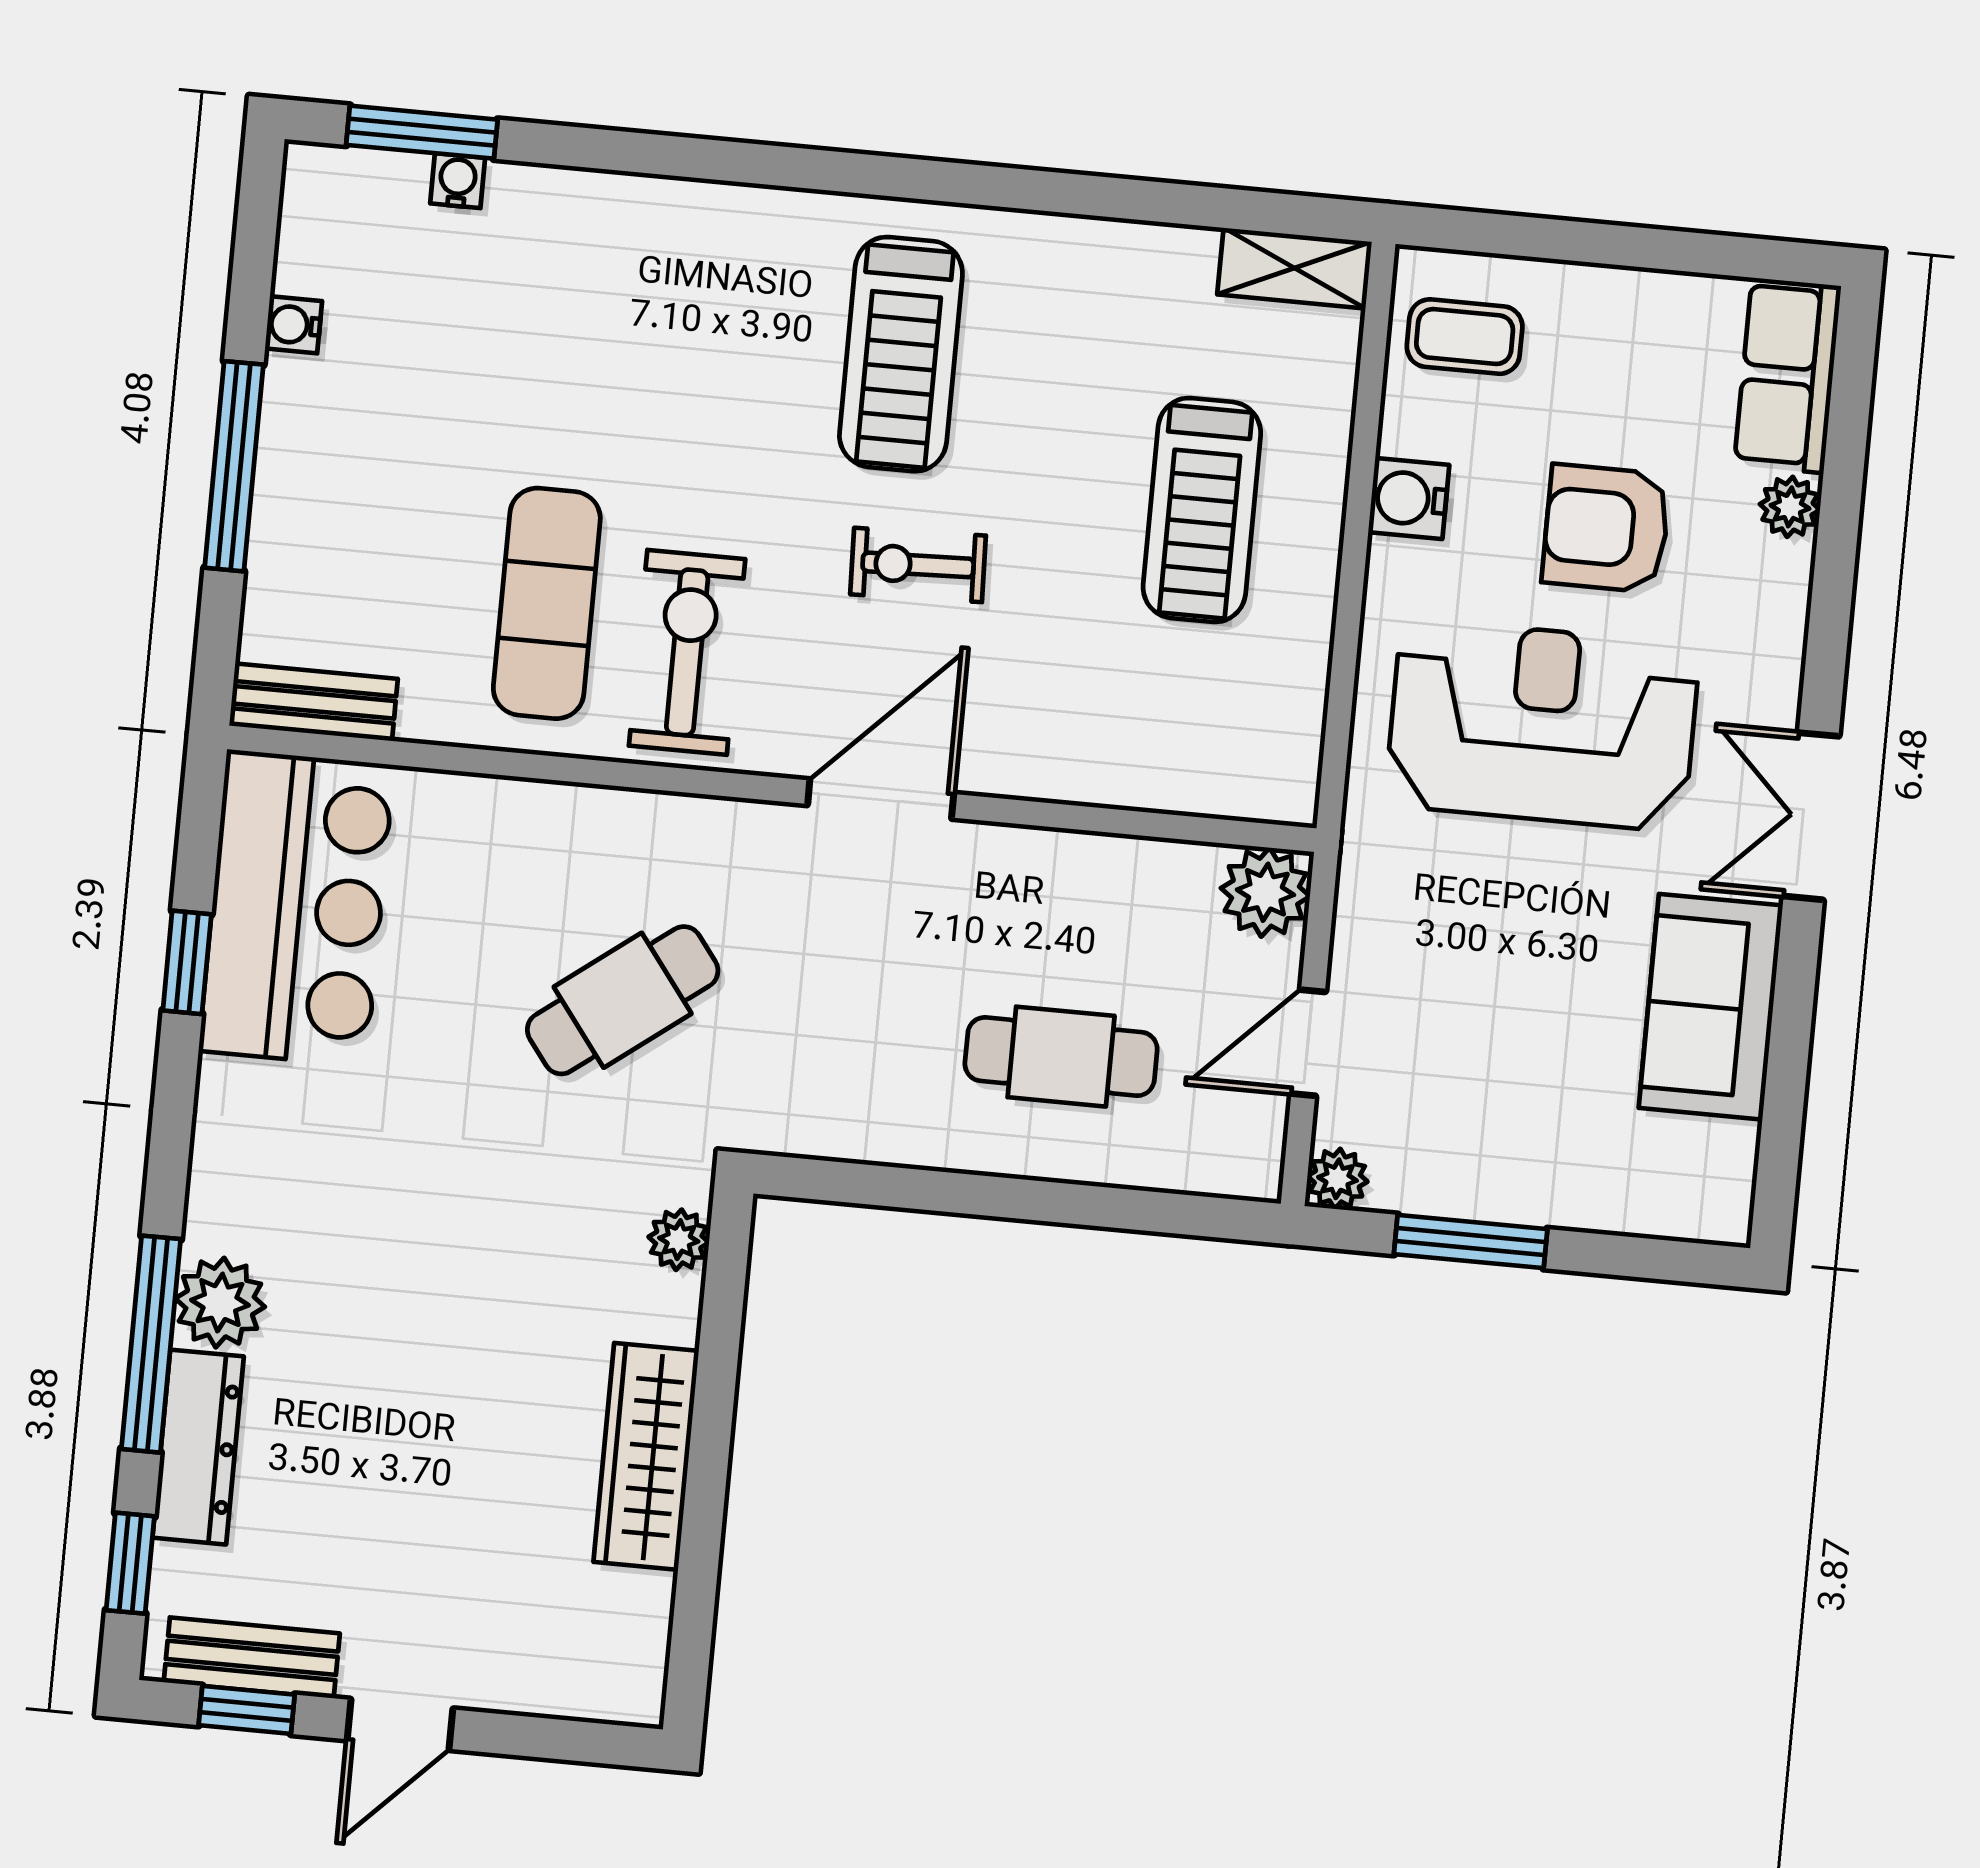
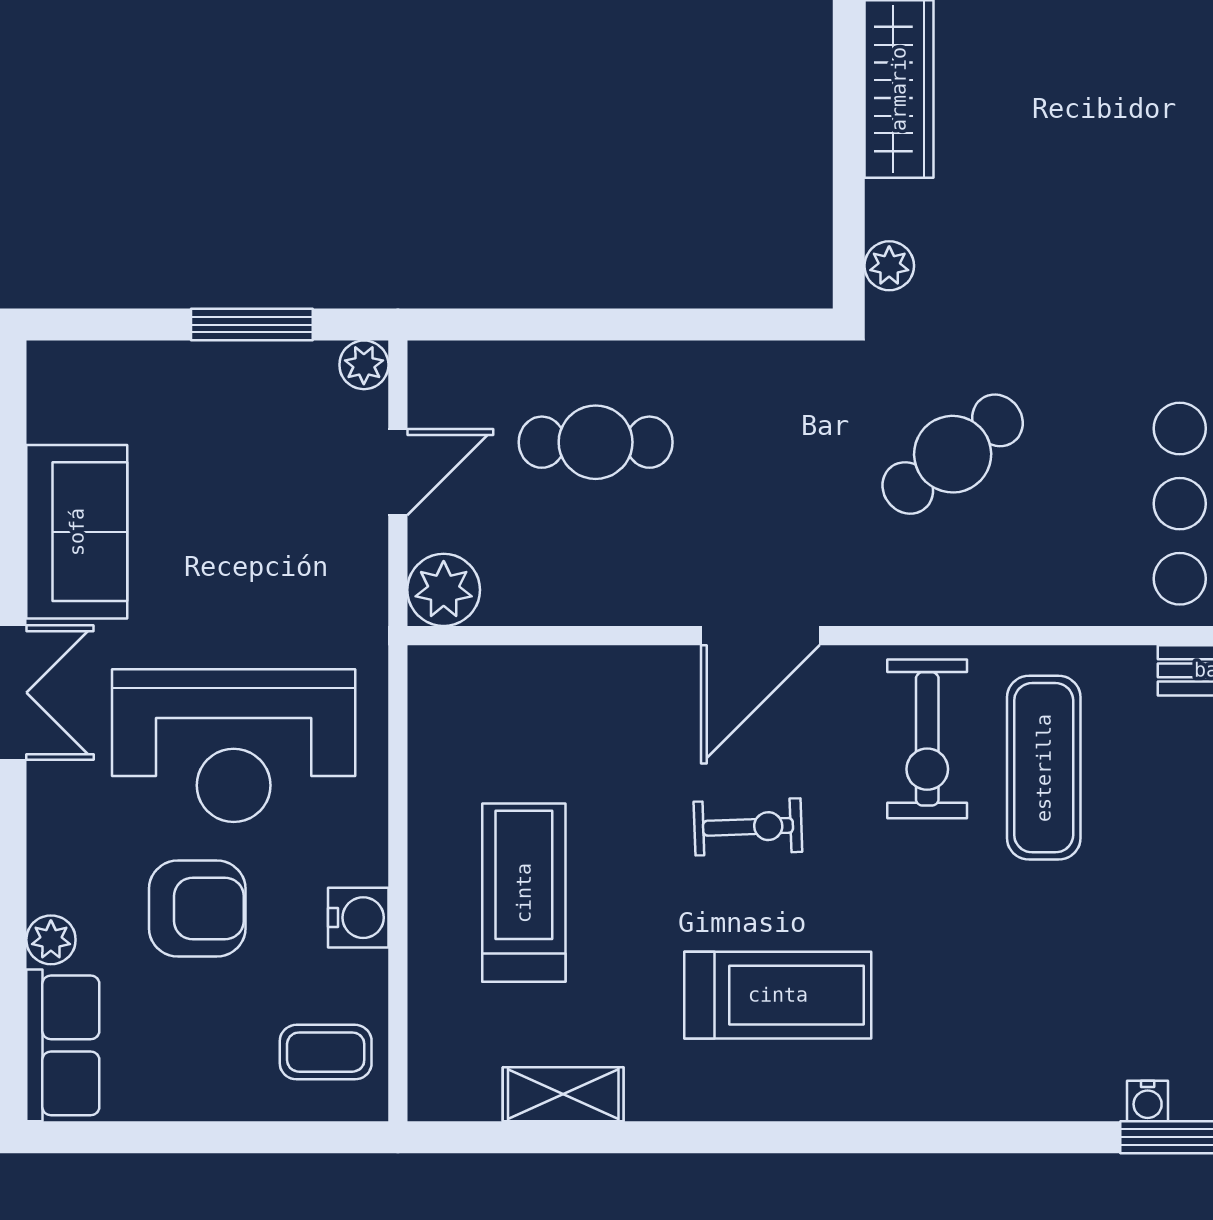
shelving: (1295, 268) -> (563, 1094), moved
treadmill: (901, 354) -> (778, 995), turned 90

